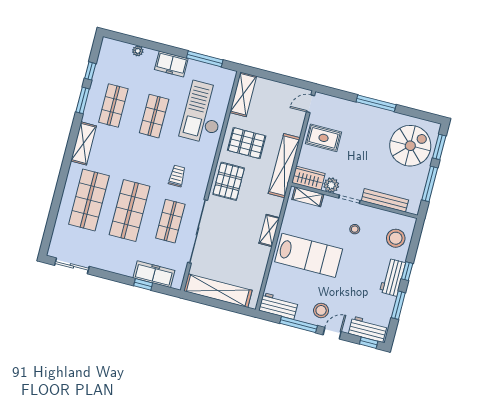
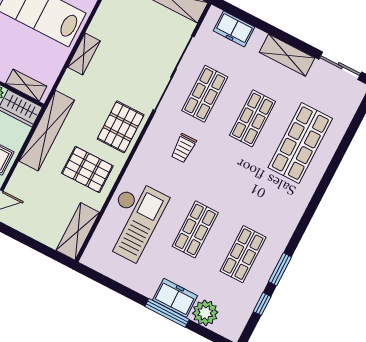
plant: (138, 51) -> (205, 313), width x1.87, depth x1.87
window: (205, 59) -> (167, 313), moved
freezer: (171, 64) -> (175, 298), moved
shelving: (84, 143) -> (287, 55), moved, turned 90
shop shelf: (130, 211) -> (253, 118), width x0.70, depth x0.74
freezer: (154, 274) -> (234, 29), width x0.71
window: (143, 284) -> (257, 22), removed

